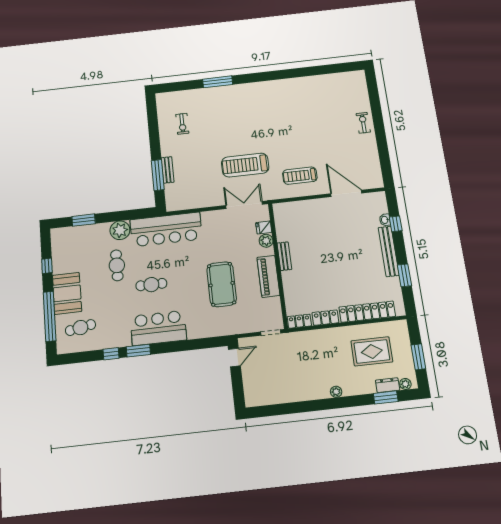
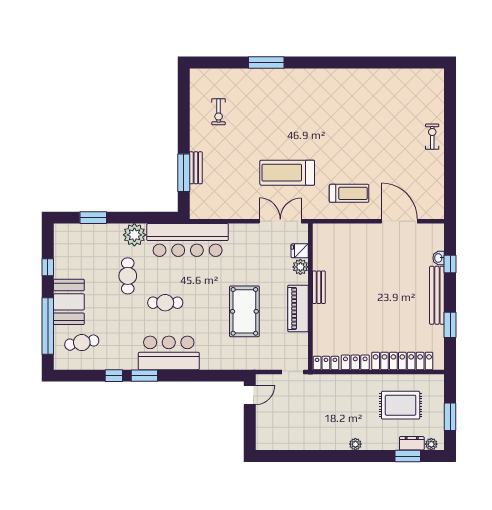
treadmill: (300, 176) -> (349, 193), turned 180

